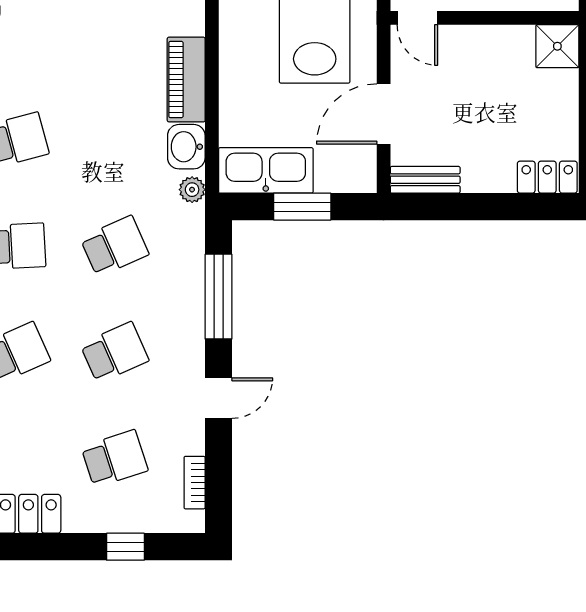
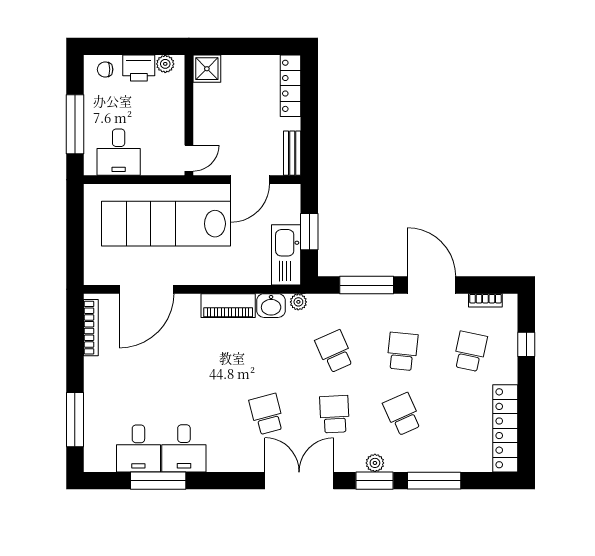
door: (384, 114) -> (250, 180), hinge flipped
locker: (547, 177) -> (290, 86), width x1.53
school desk: (114, 352) -> (402, 351), turned 30
door: (219, 398) -> (432, 285), width x1.87
school desk: (114, 459) -> (470, 351), turned 30

